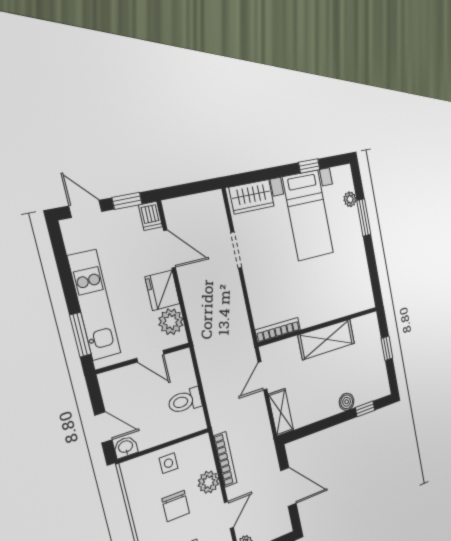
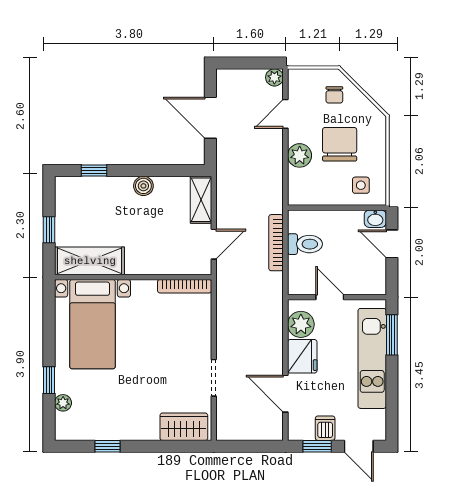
bed with nightstands: (308, 215) -> (93, 324), moved, turned 180
dishwasher: (150, 216) -> (325, 428), moved
window: (364, 218) -> (49, 380), width x0.67
shelving: (326, 339) -> (90, 261), moved
boiler: (347, 402) -> (143, 186), moved
bookcase: (225, 459) -> (276, 243), moved
side table: (169, 463) -> (361, 185), moved
chair: (176, 506) -> (340, 144), width x1.37, depth x1.37

